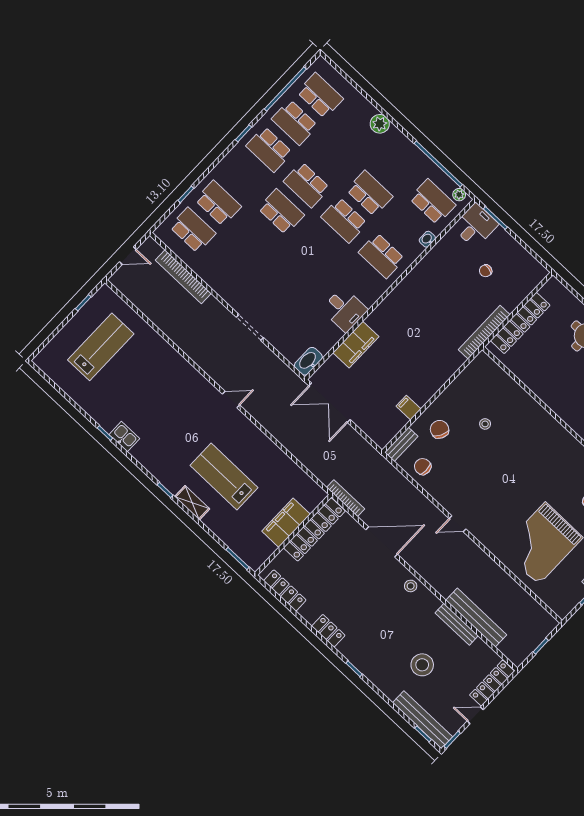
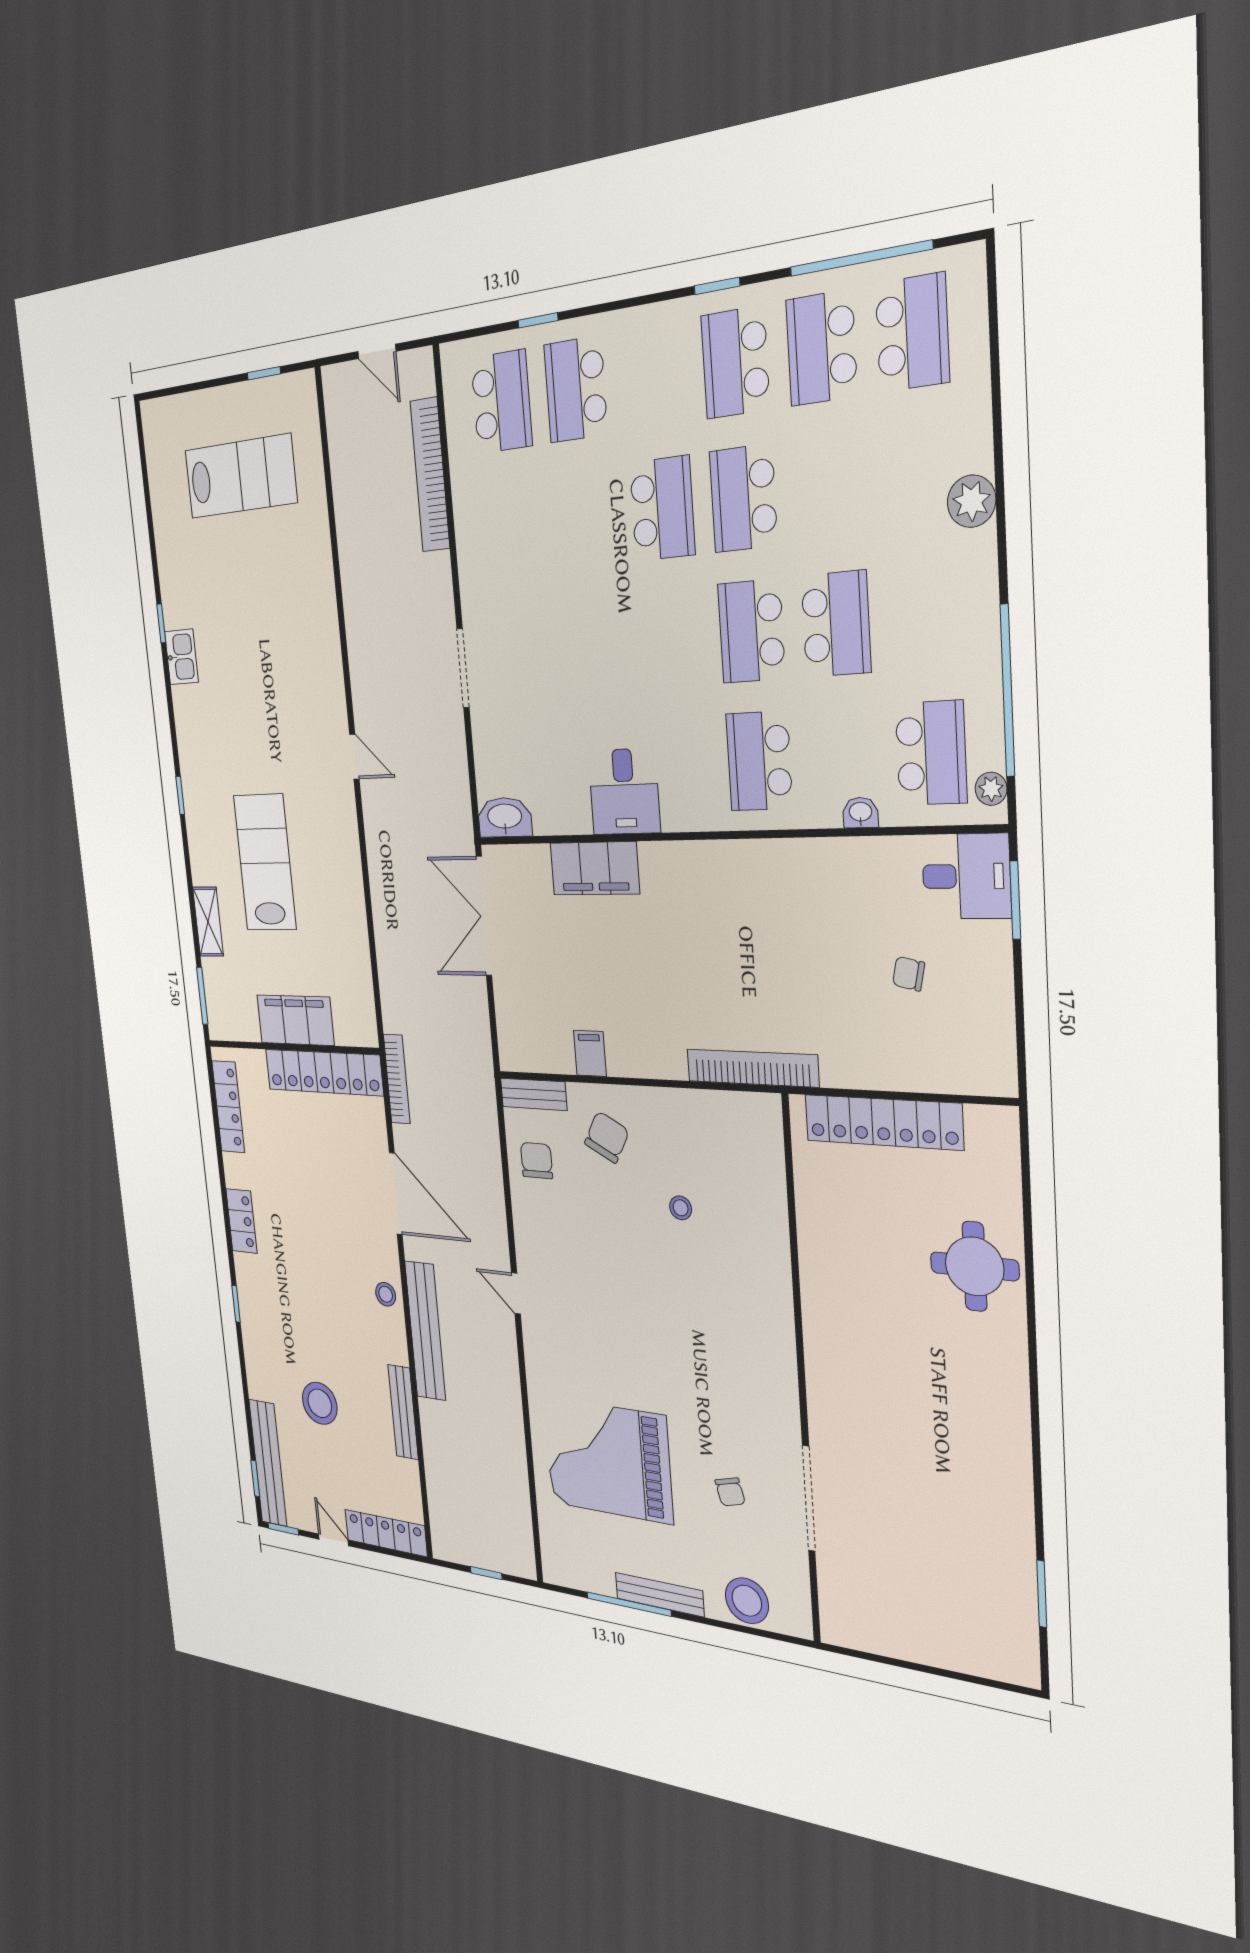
school desk: (218, 203) -> (576, 389), turned 180
bookcase: (484, 332) -> (752, 1068), moved
shelving: (192, 503) -> (208, 922), moved
bench: (476, 617) -> (425, 1331), moved

